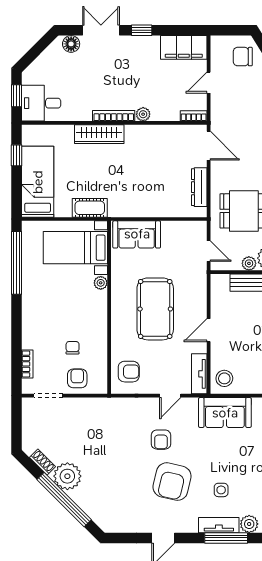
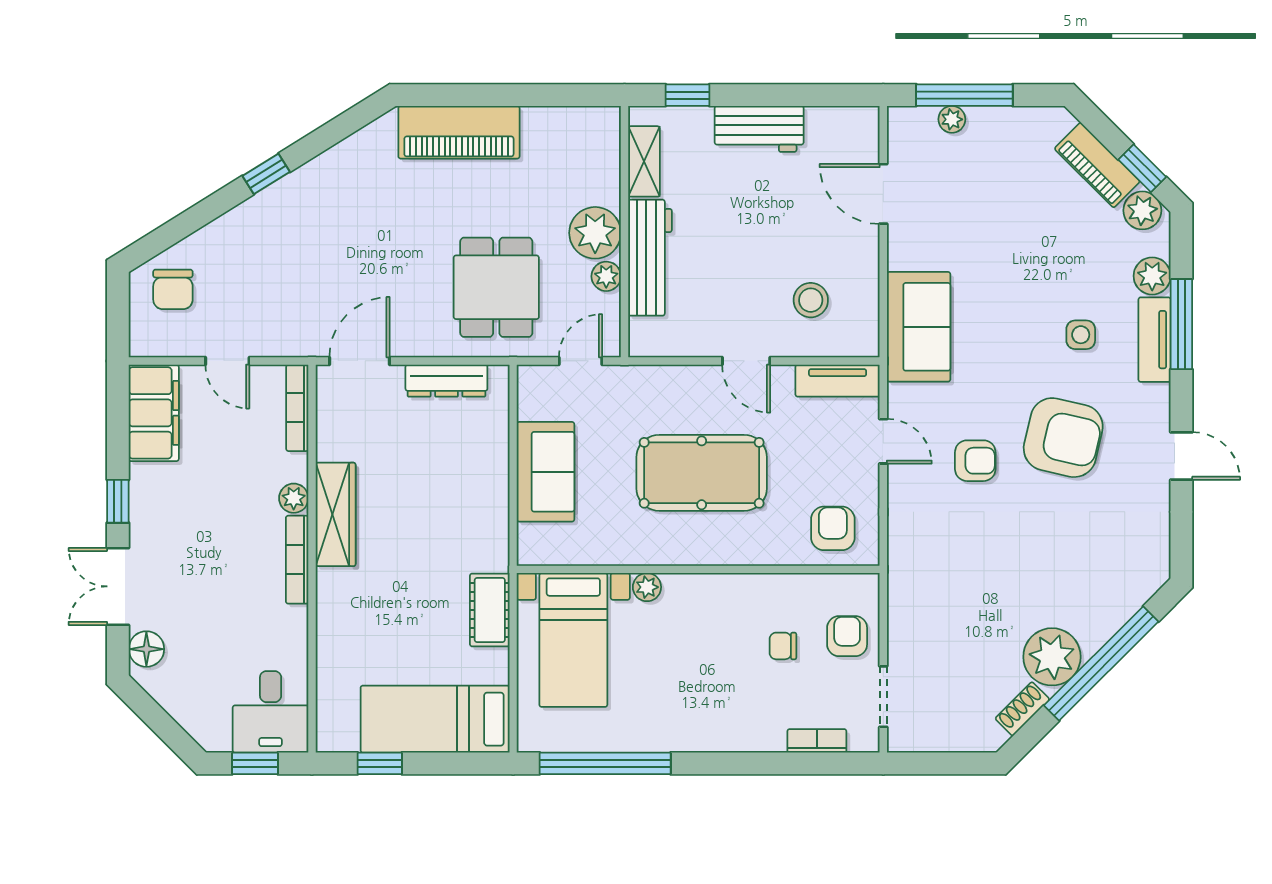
bookcase: (194, 116) -> (297, 408), width x1.56
wardrobe: (99, 134) -> (336, 514), moved
sofa: (137, 234) -> (546, 472), moved
armchair: (77, 378) -> (847, 636), turned 90
stool: (224, 378) -> (811, 300), moved

